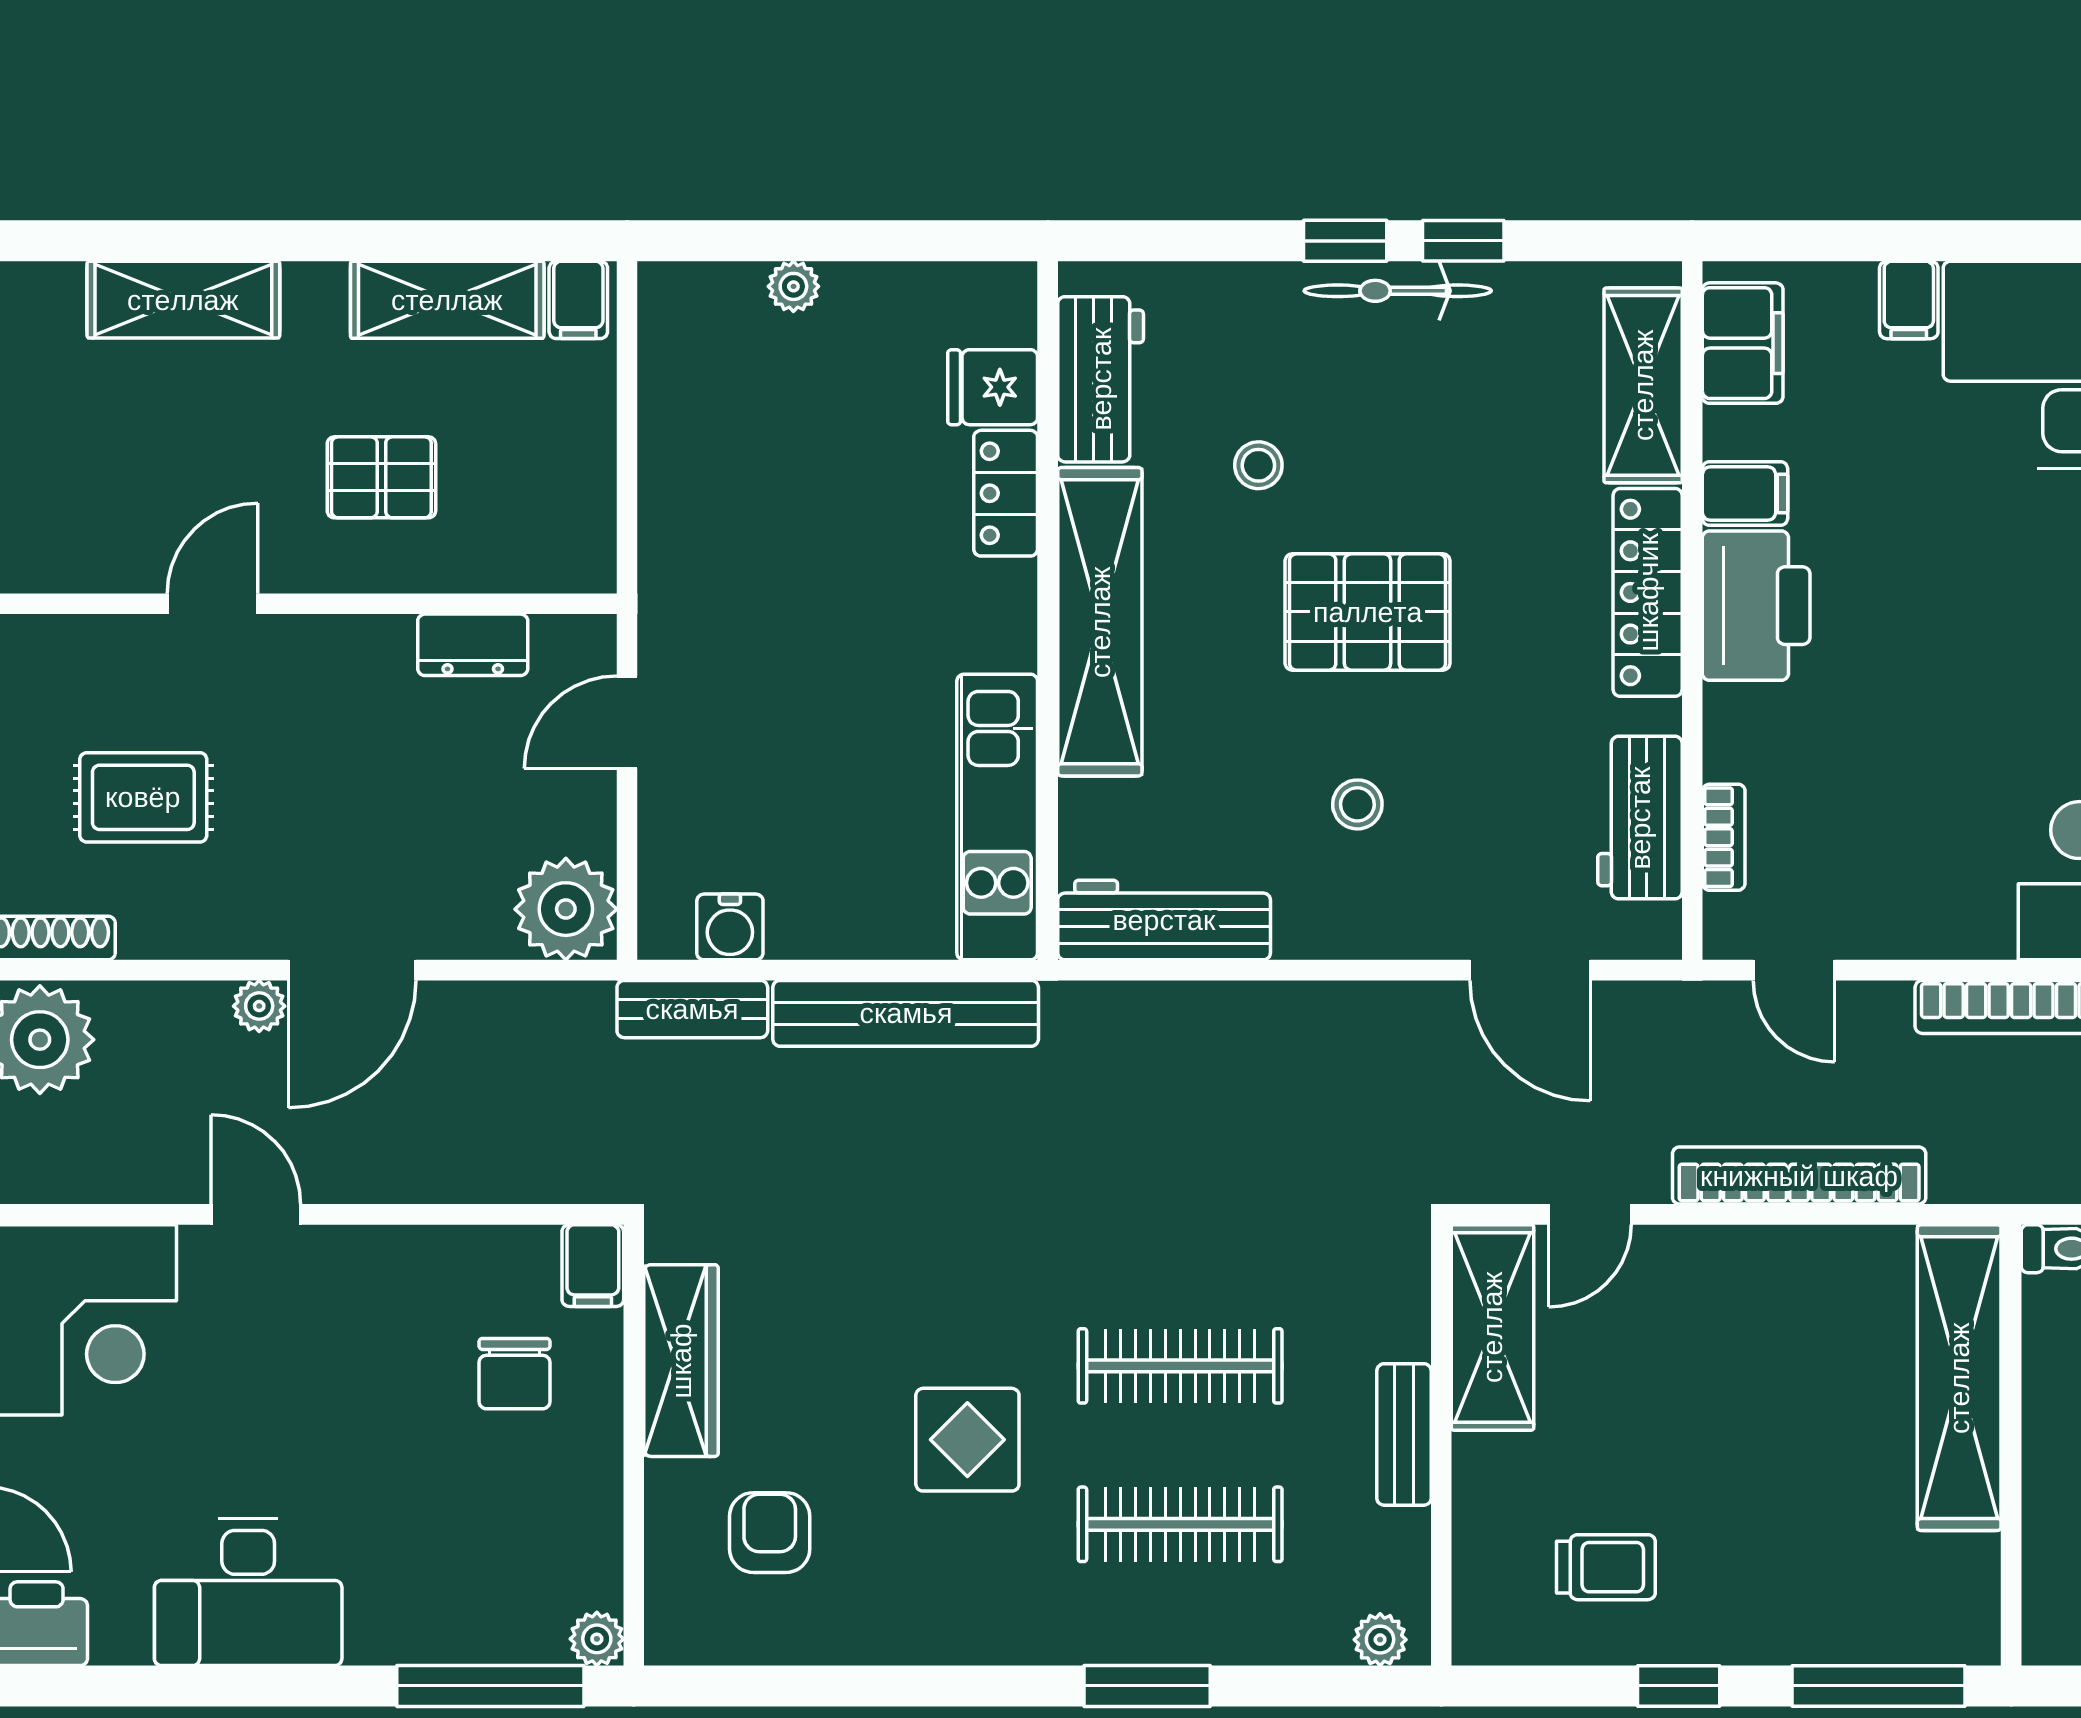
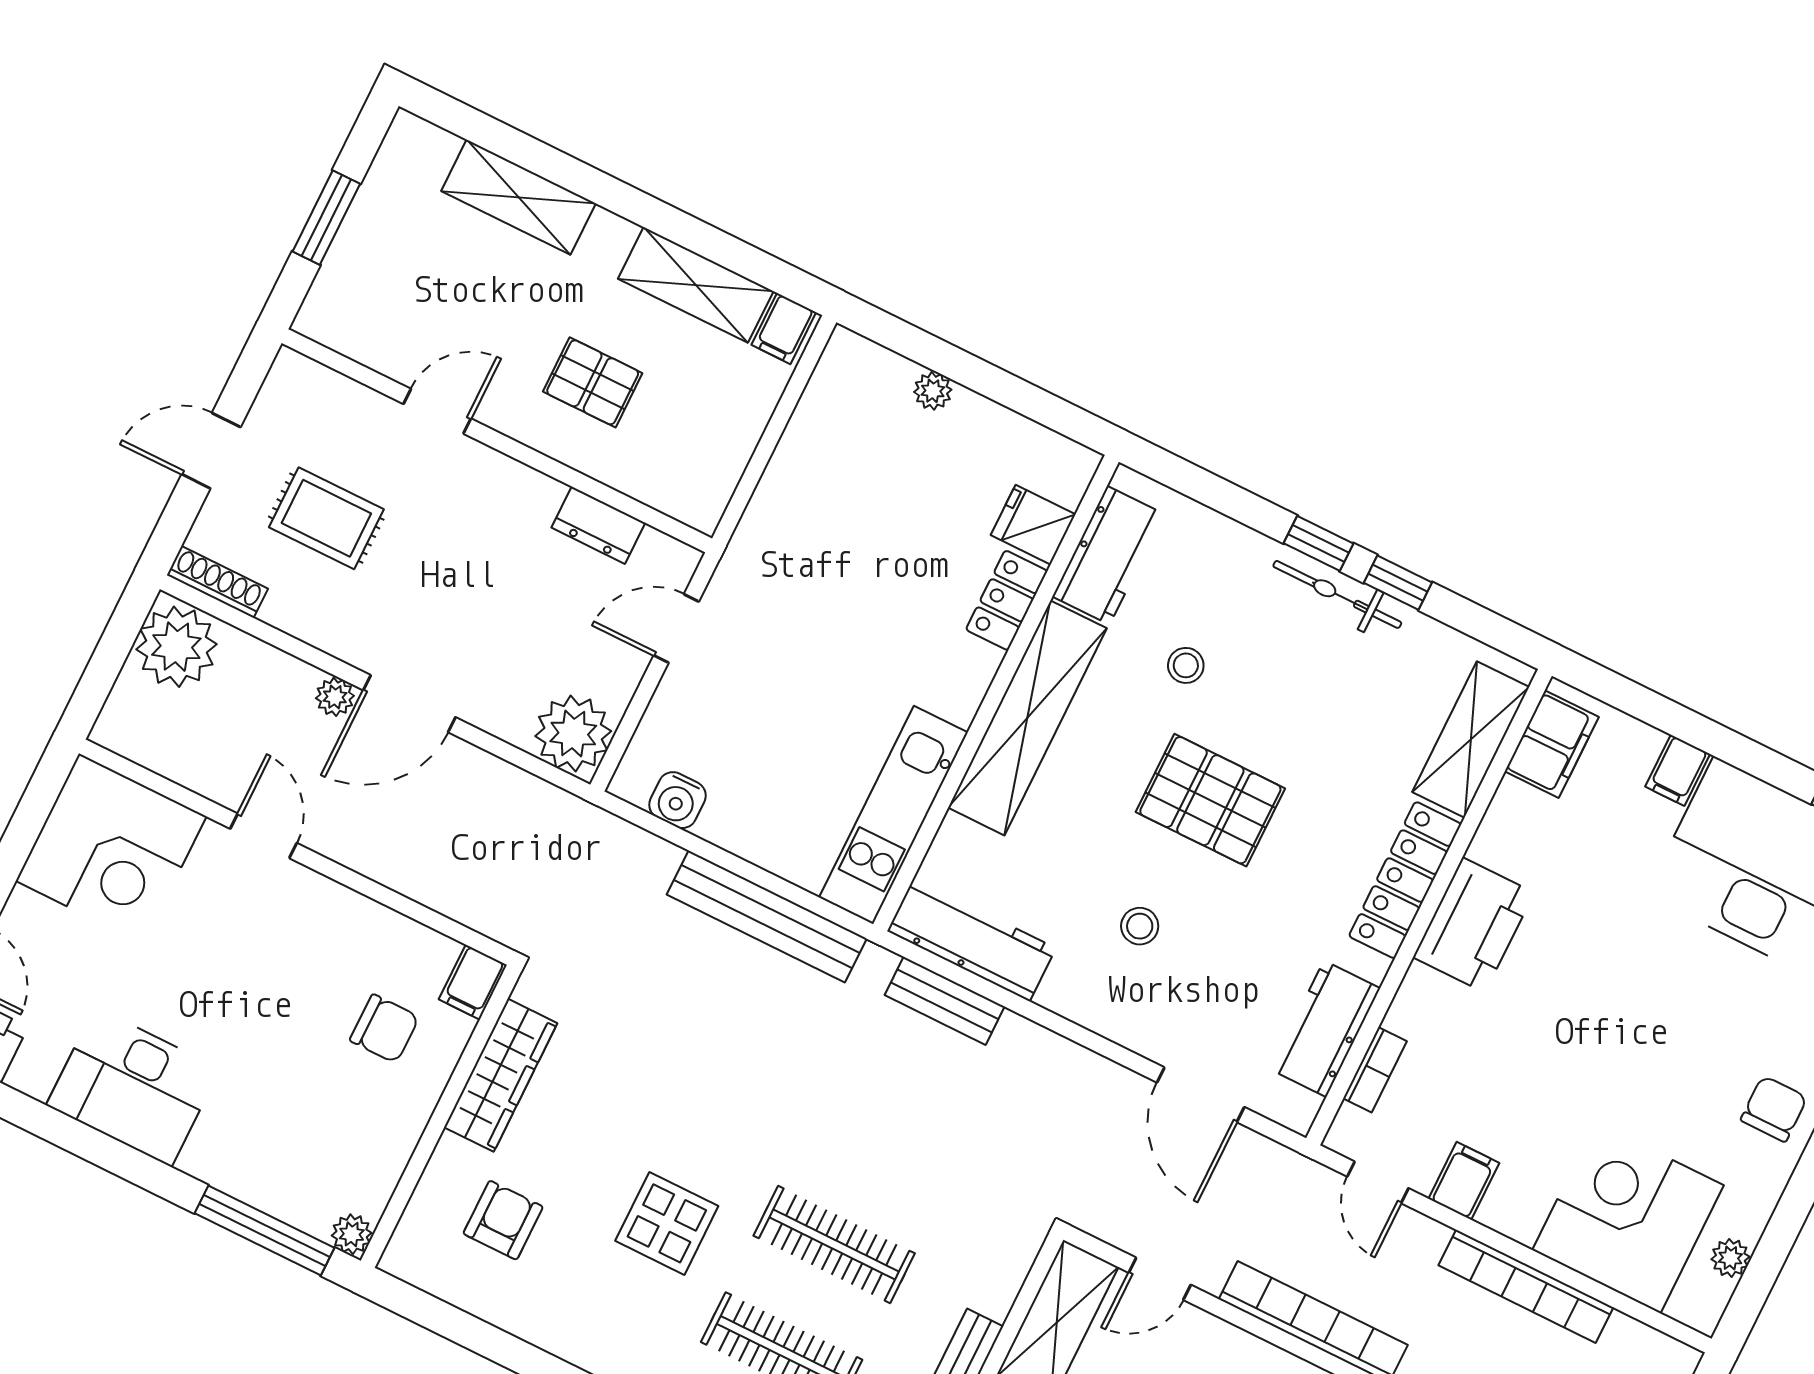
filing cabinet: (1745, 494) -> (1464, 1181), moved, turned -90
bench: (692, 1009) -> (945, 1001), moved
chair: (514, 1374) -> (384, 1029), turned -90

